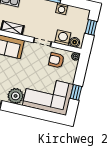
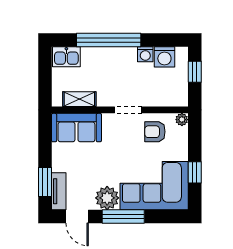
washing machine: (63, 38) -> (164, 57), moved, turned 180
boiler: (75, 42) -> (176, 99), removed
window: (23, 110) -> (123, 216), added

